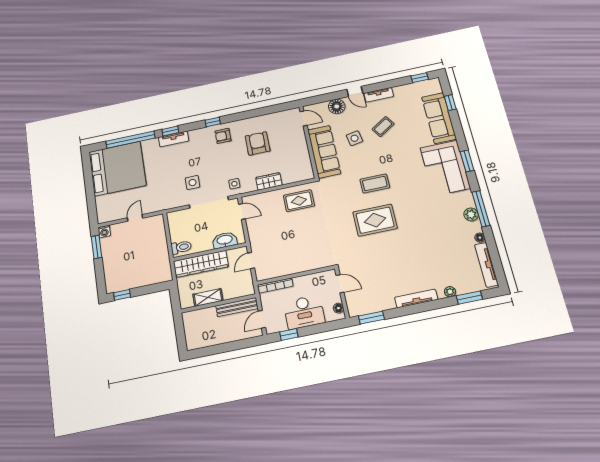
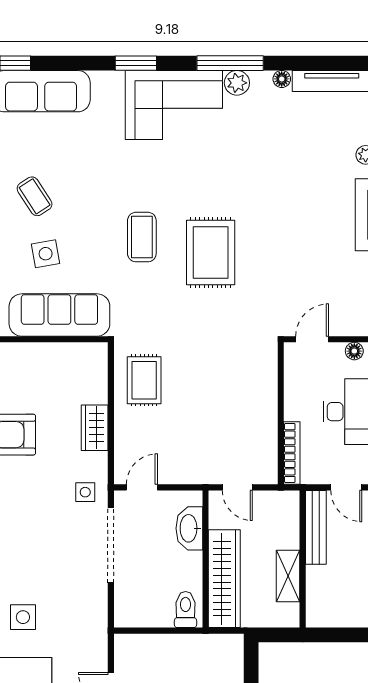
corner sofa: (445, 168) -> (174, 105), moved
side table: (192, 183) -> (23, 617), moved

